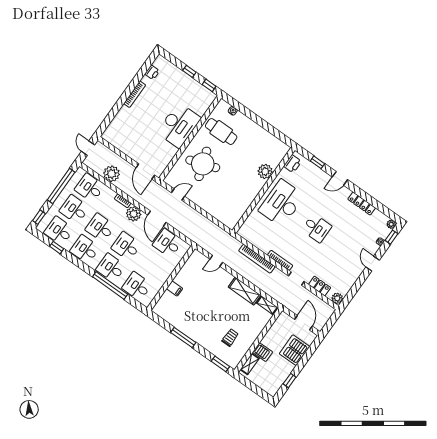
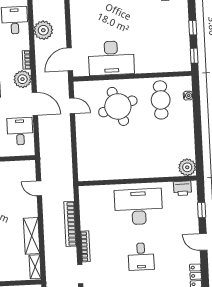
desk: (179, 125) -> (111, 58), moved
plant: (265, 171) -> (187, 167), moved
door: (157, 219) -> (35, 104), swing flipped

